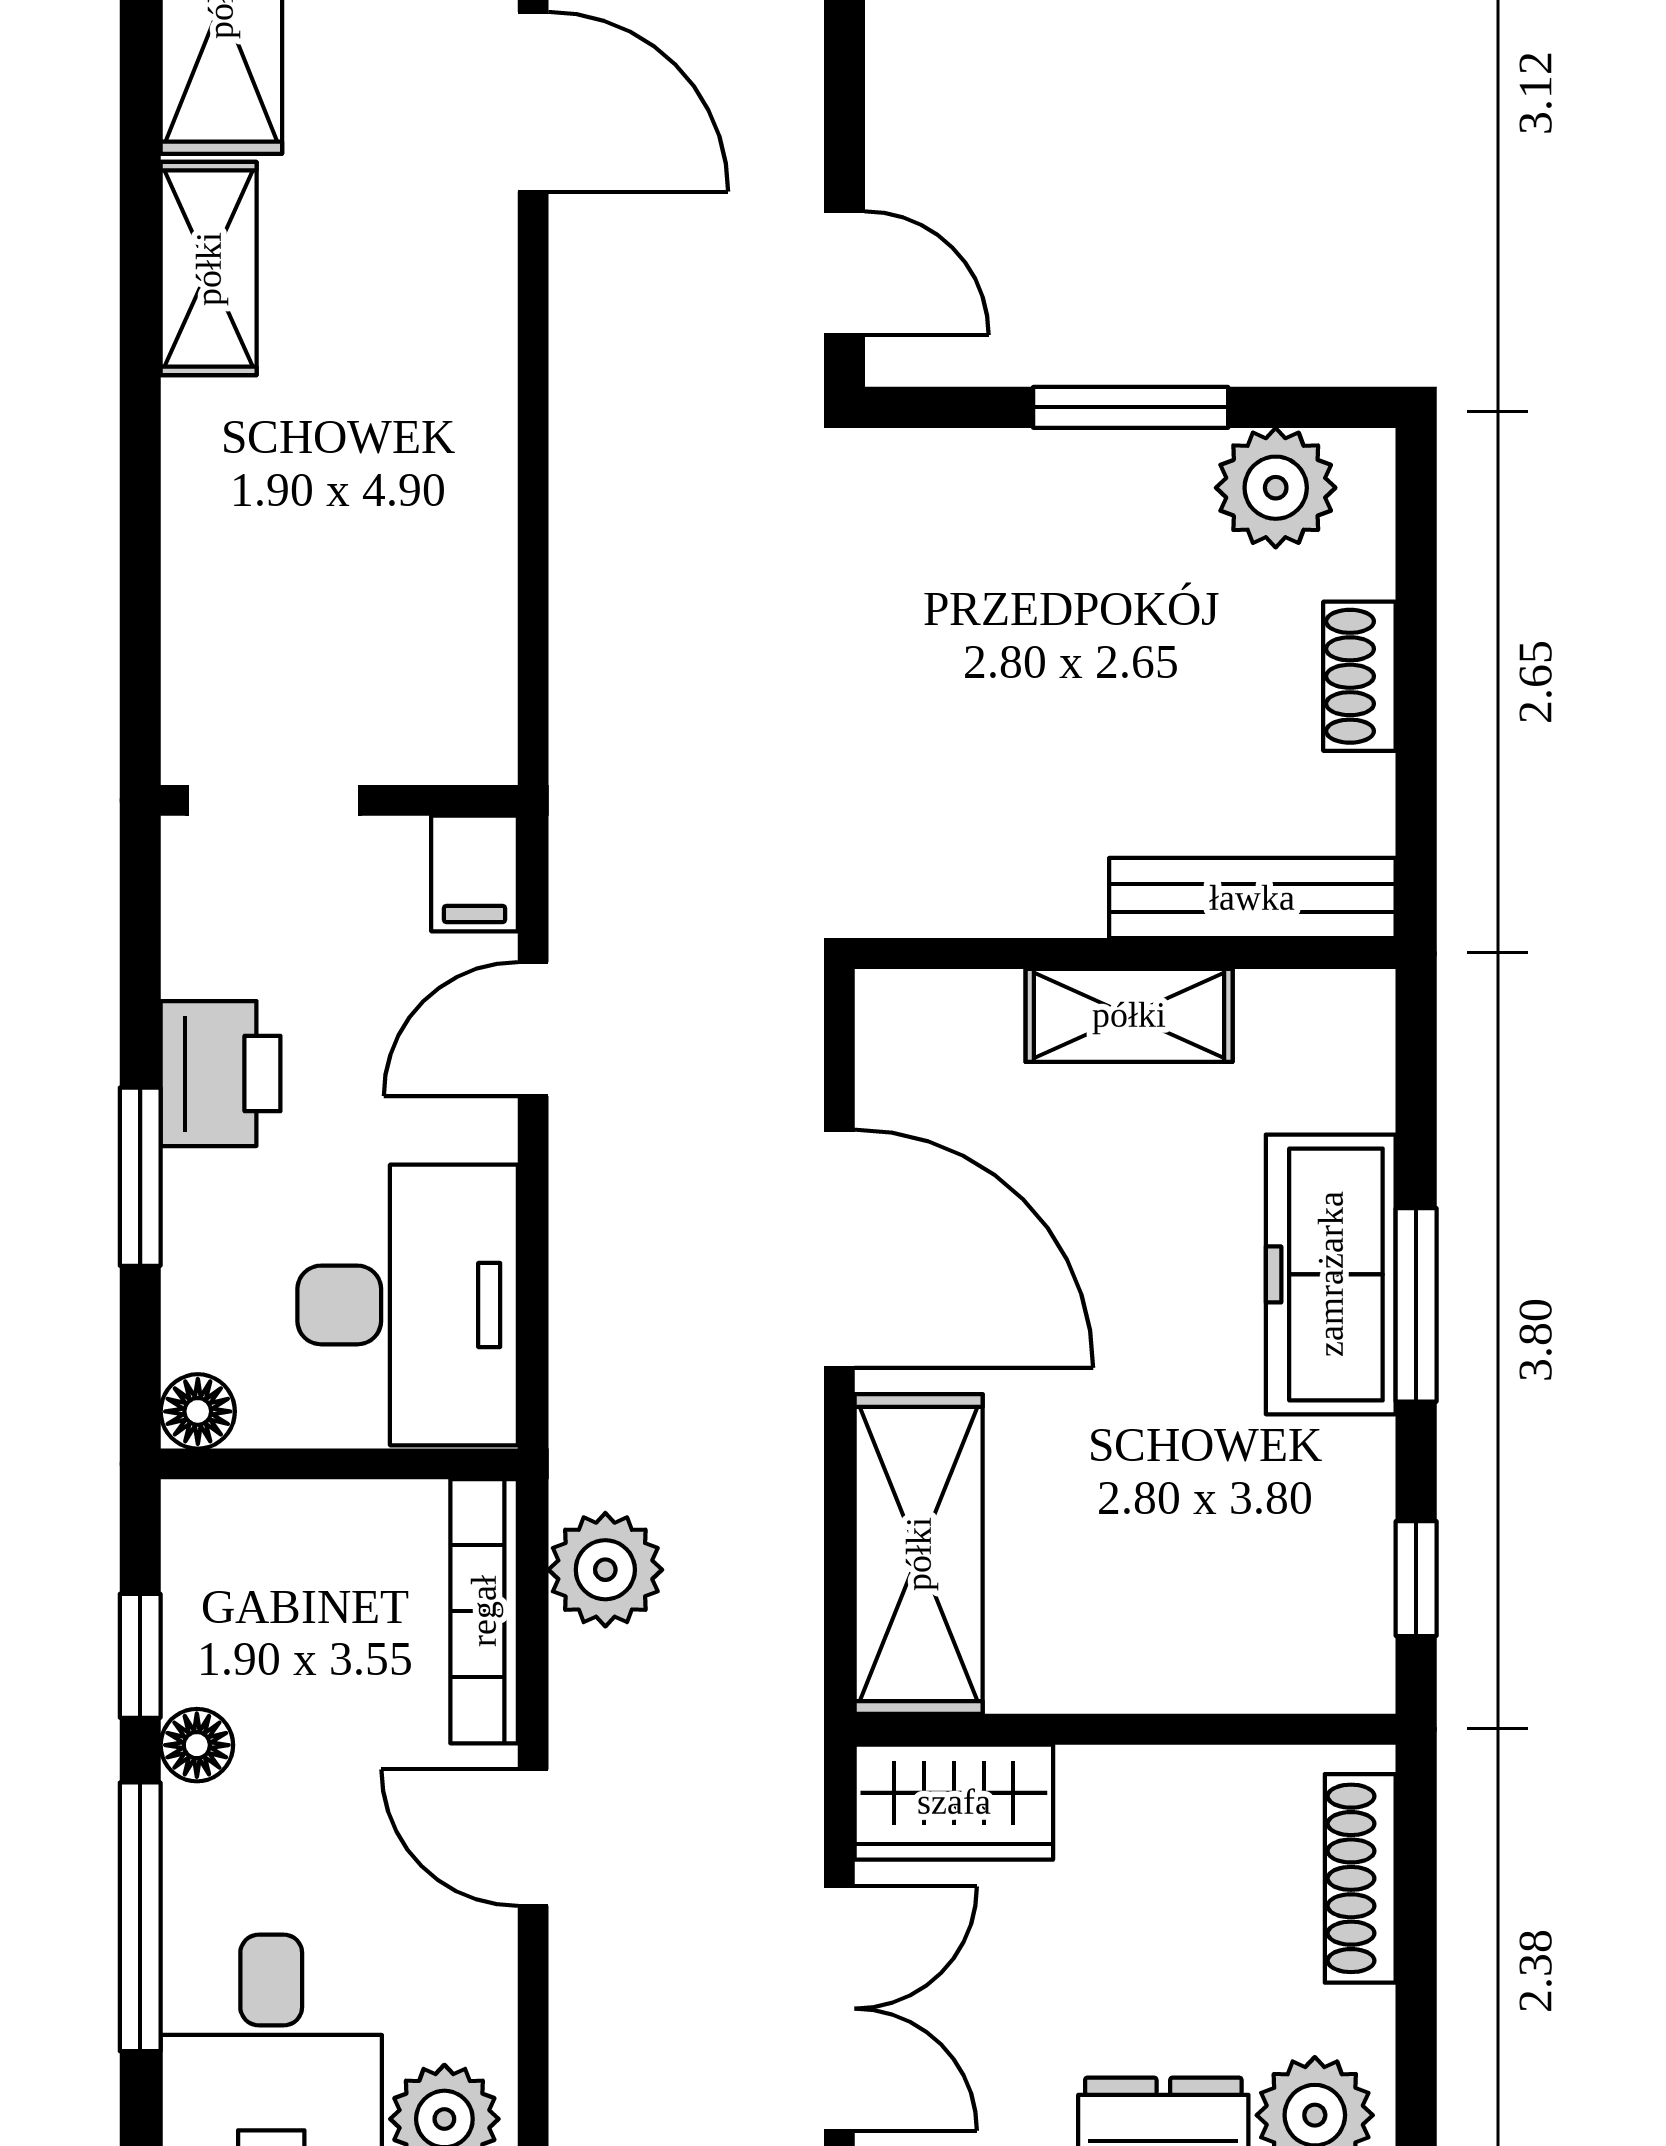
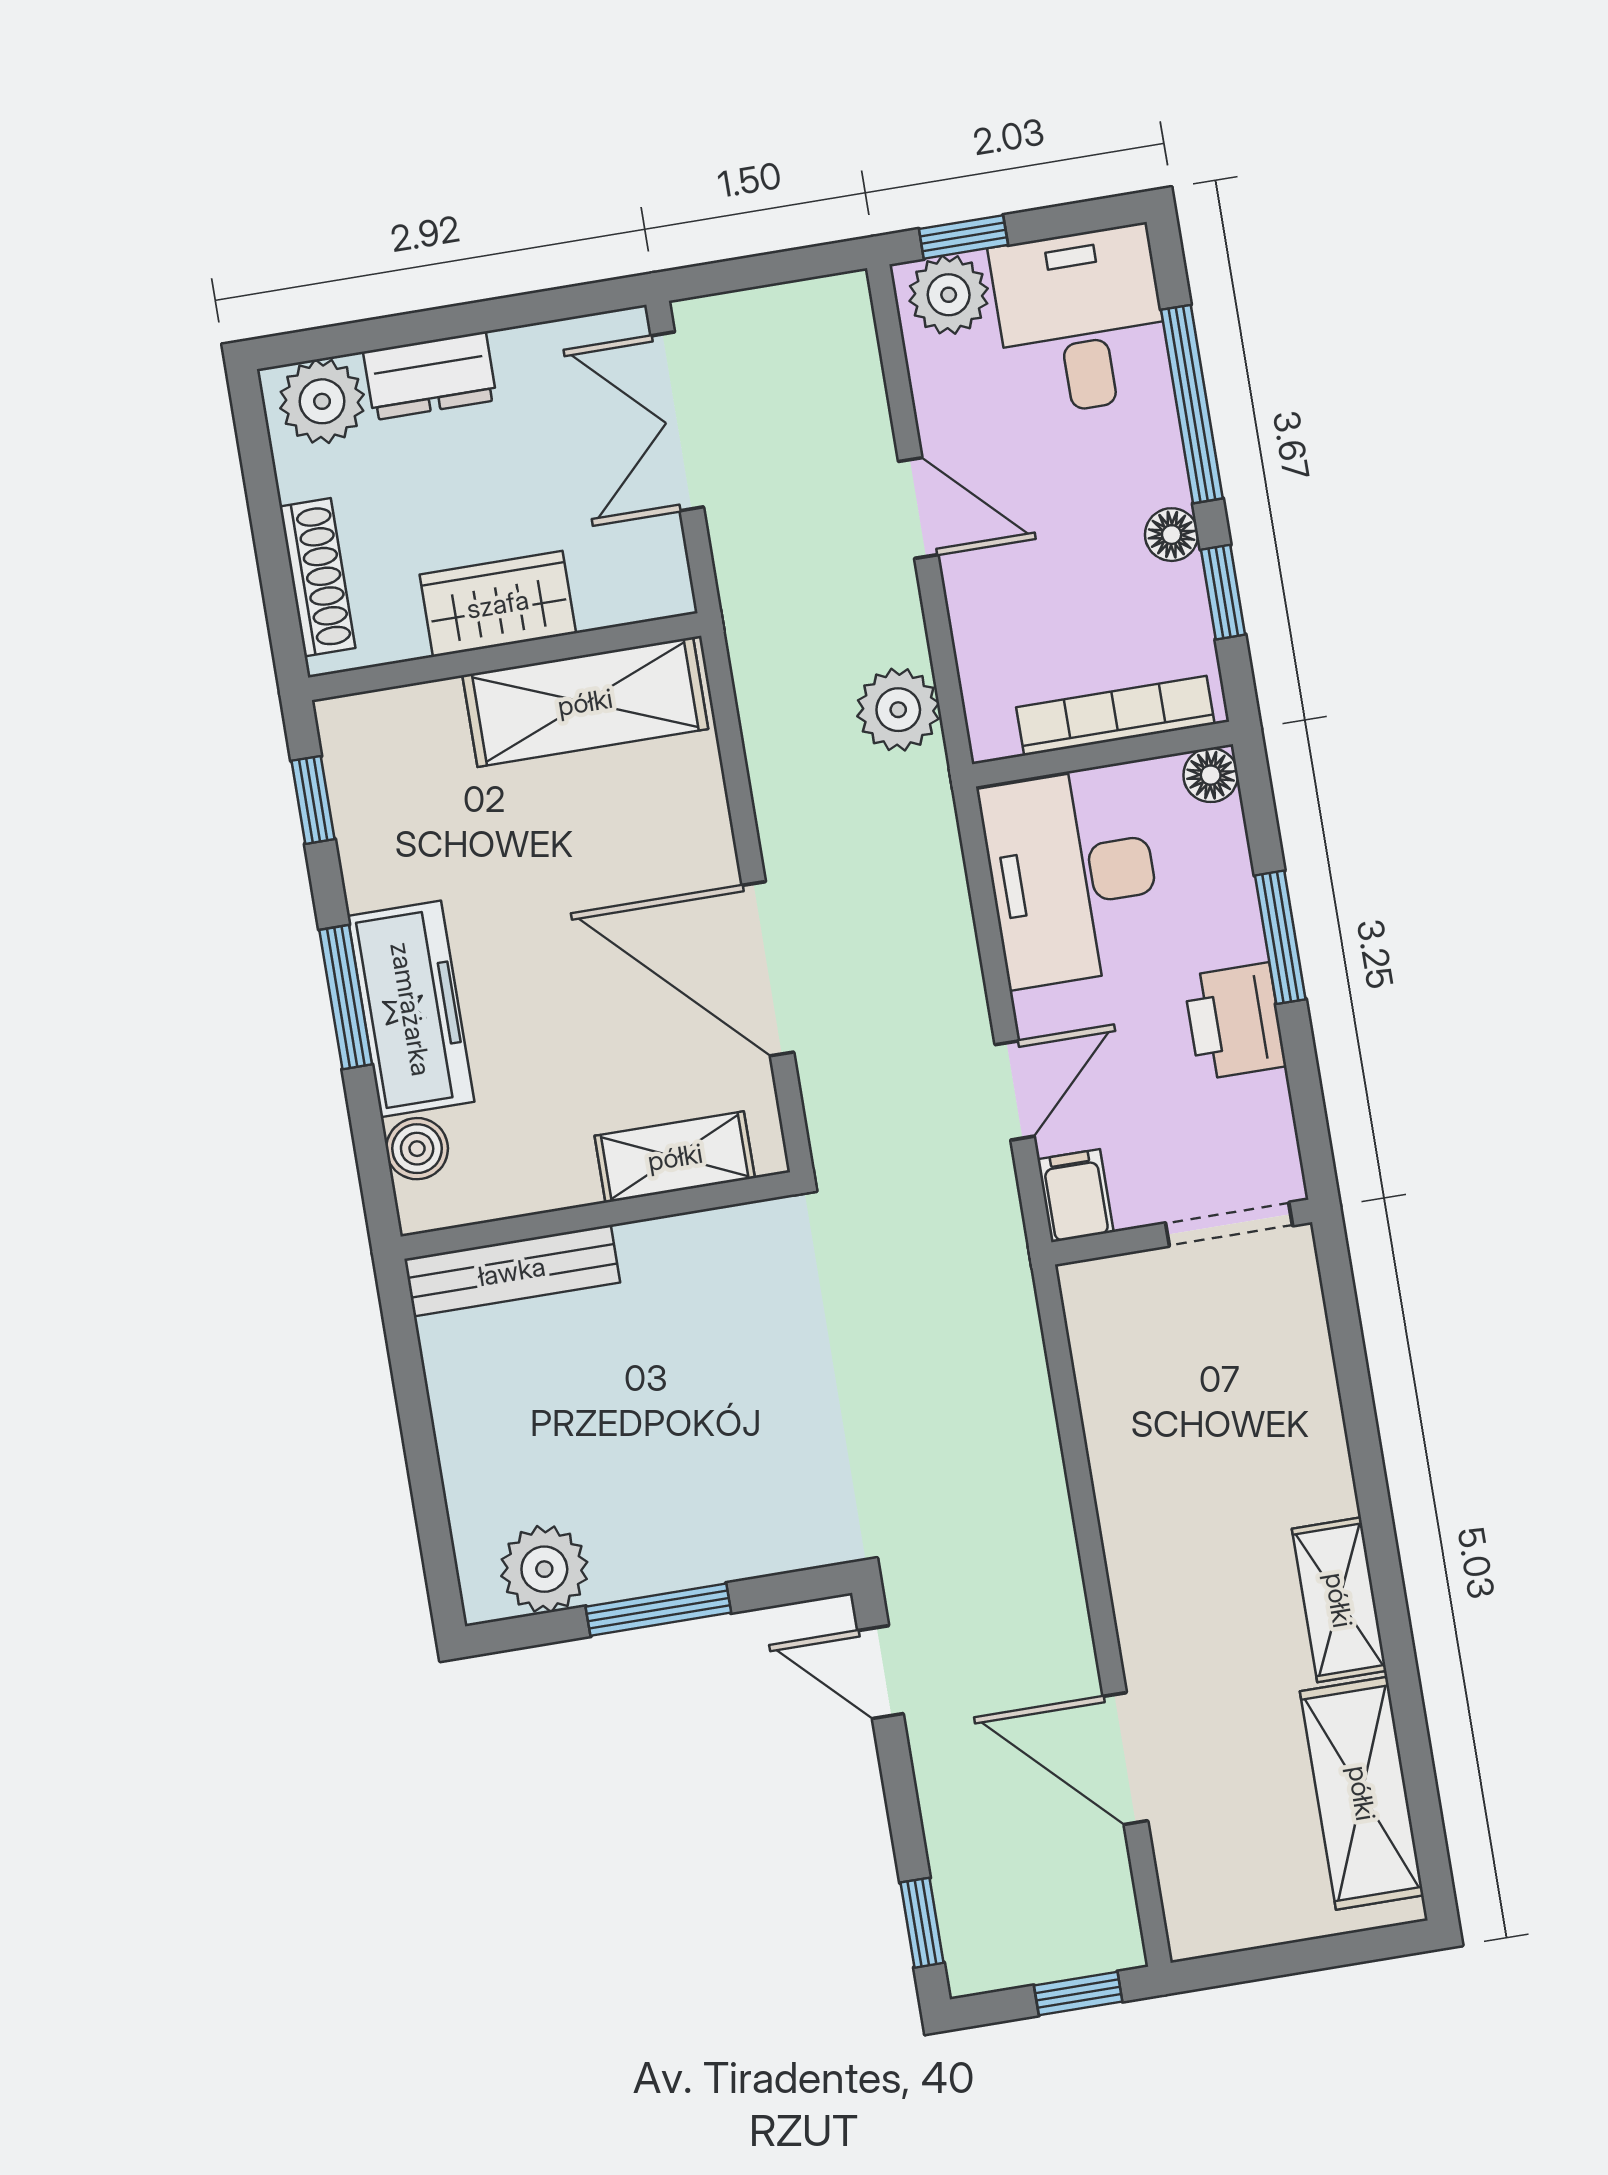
shoe rack: (1359, 676) -> (461, 1443), removed
shelving: (1129, 1015) -> (675, 1157), moved
boiler: (1354, 1084) -> (417, 1149), added
shelving: (919, 1554) -> (585, 702), moved, turned 90
bookcase: (484, 1611) -> (1115, 716), moved, turned -90
wardrobe: (954, 1802) -> (498, 604), moved

